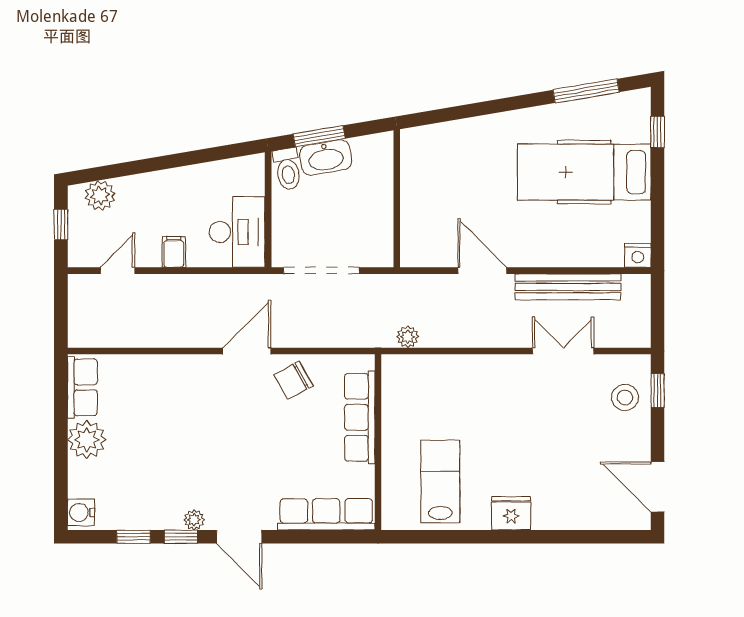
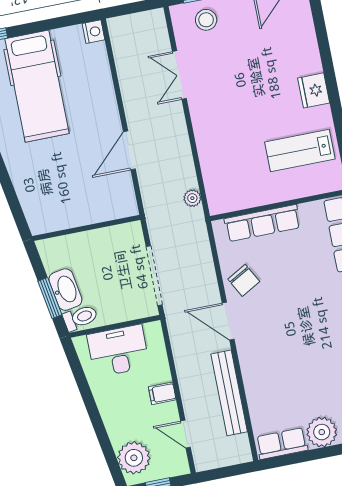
plant: (100, 196) -> (134, 458), width x1.36, depth x1.36
desk: (237, 232) -> (118, 351), moved
bench: (568, 287) -> (229, 393), moved

